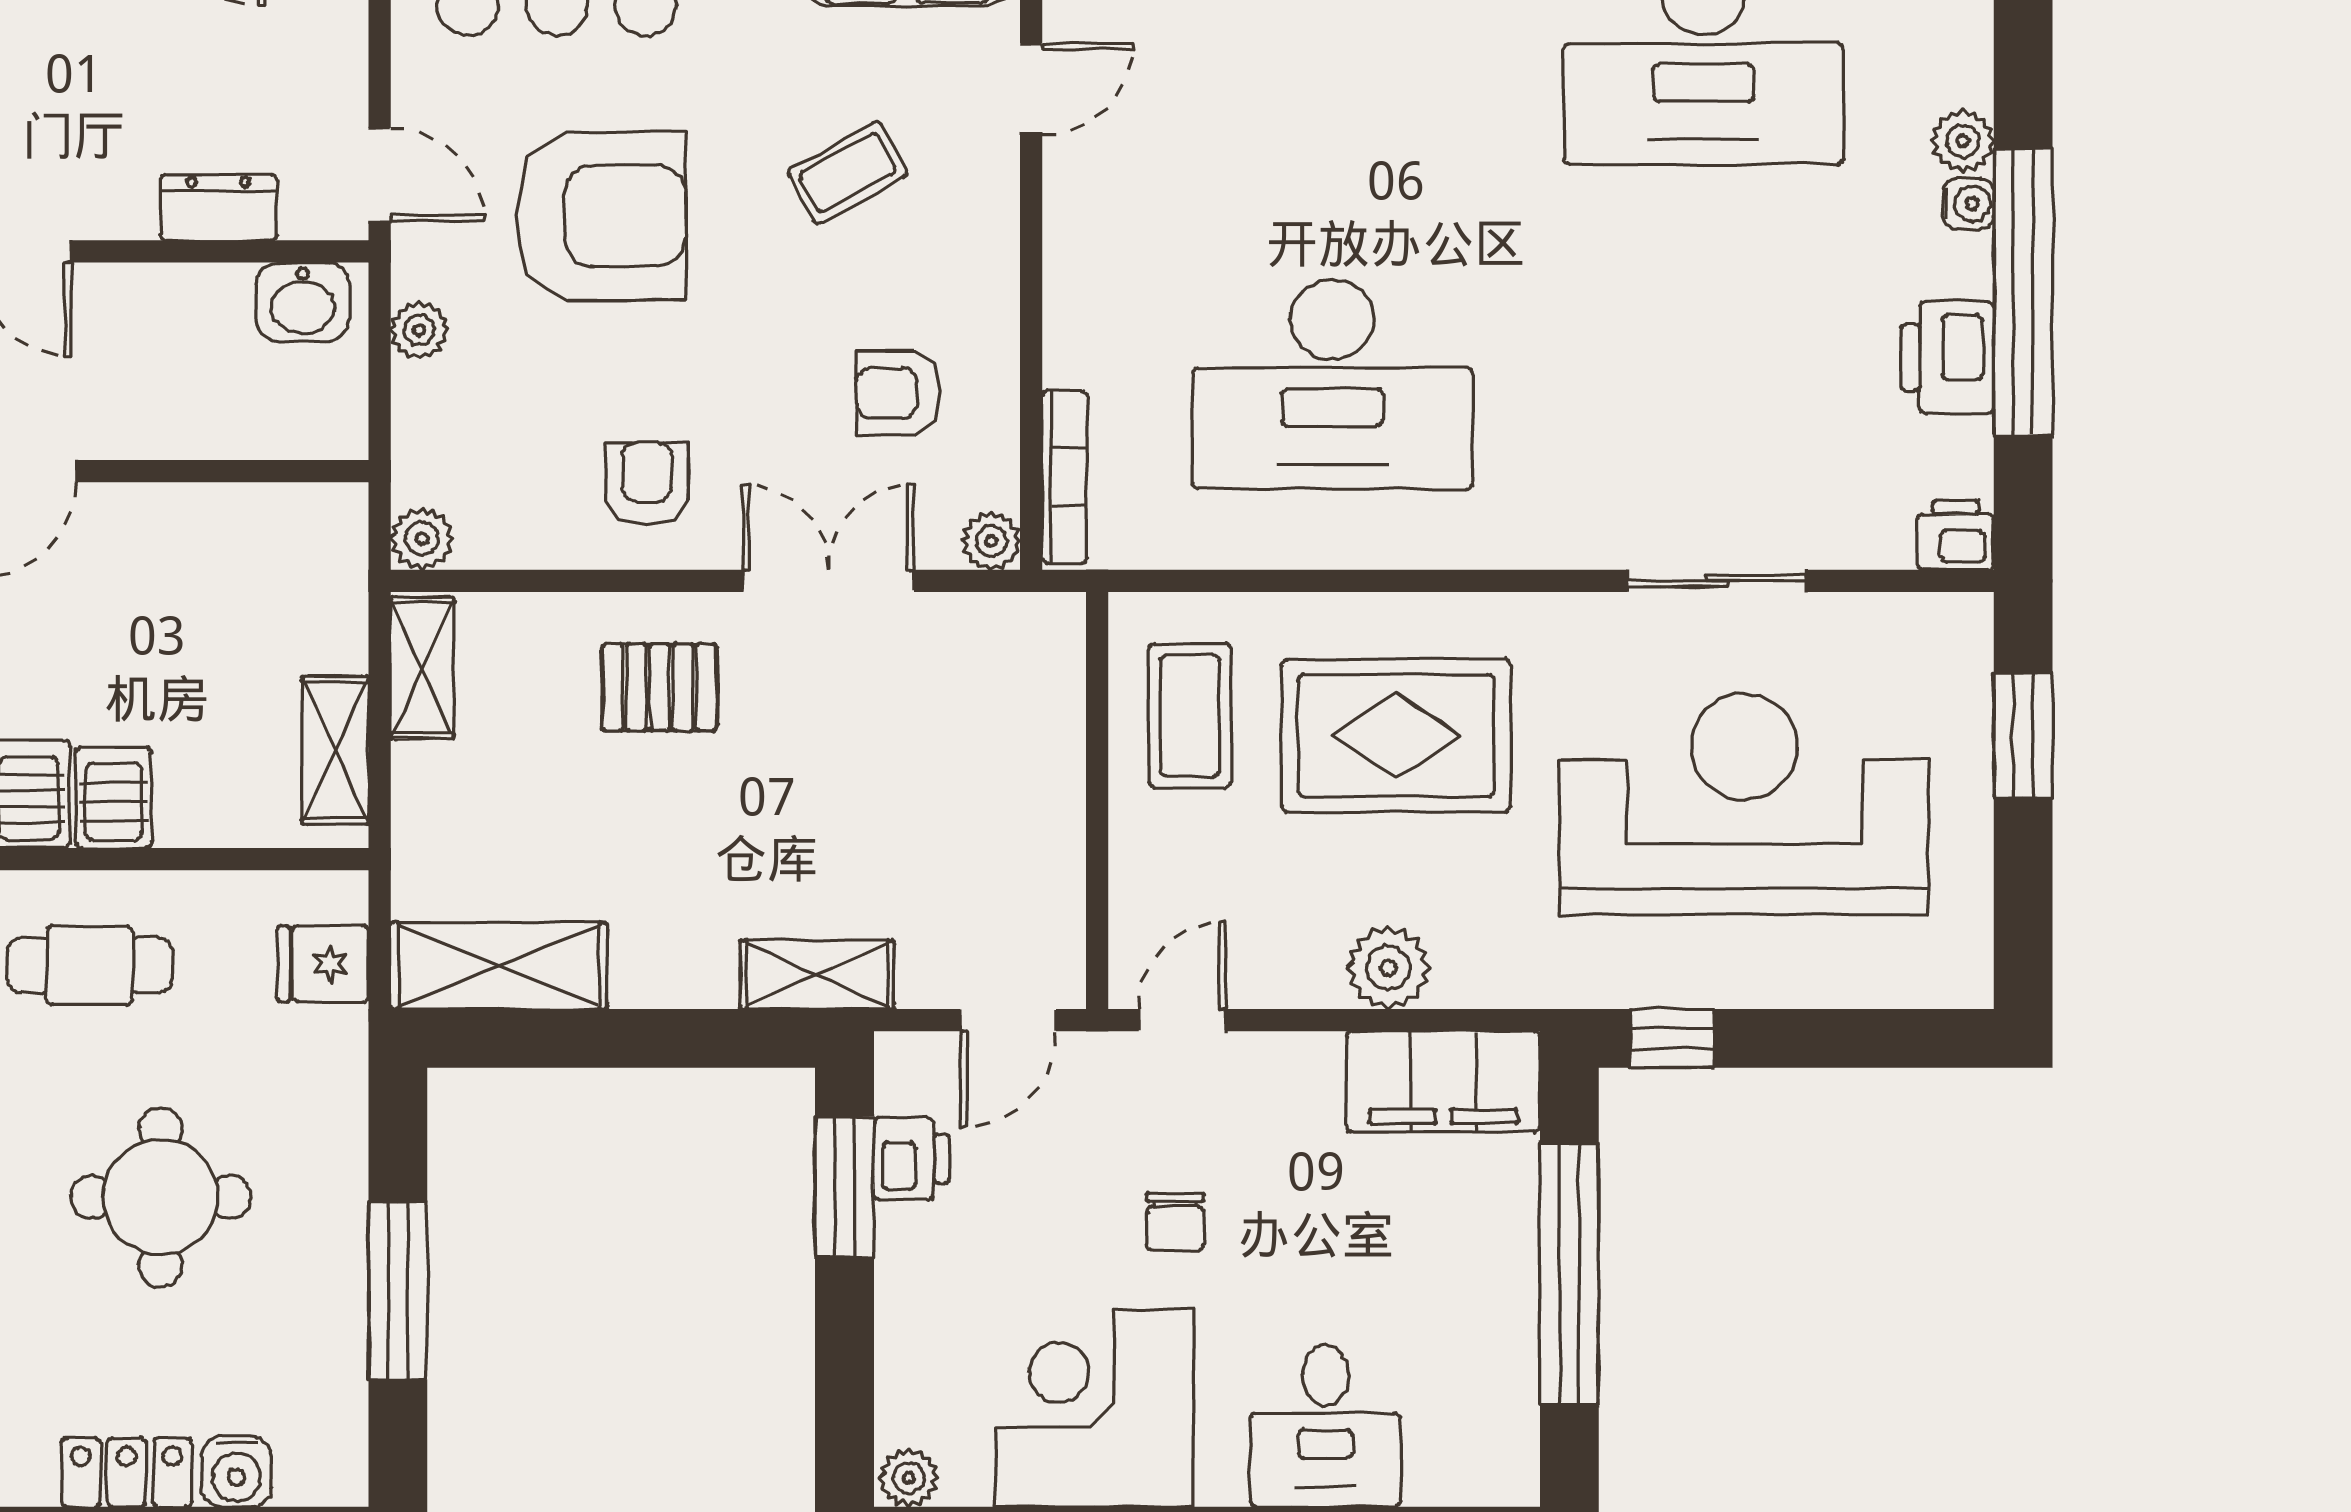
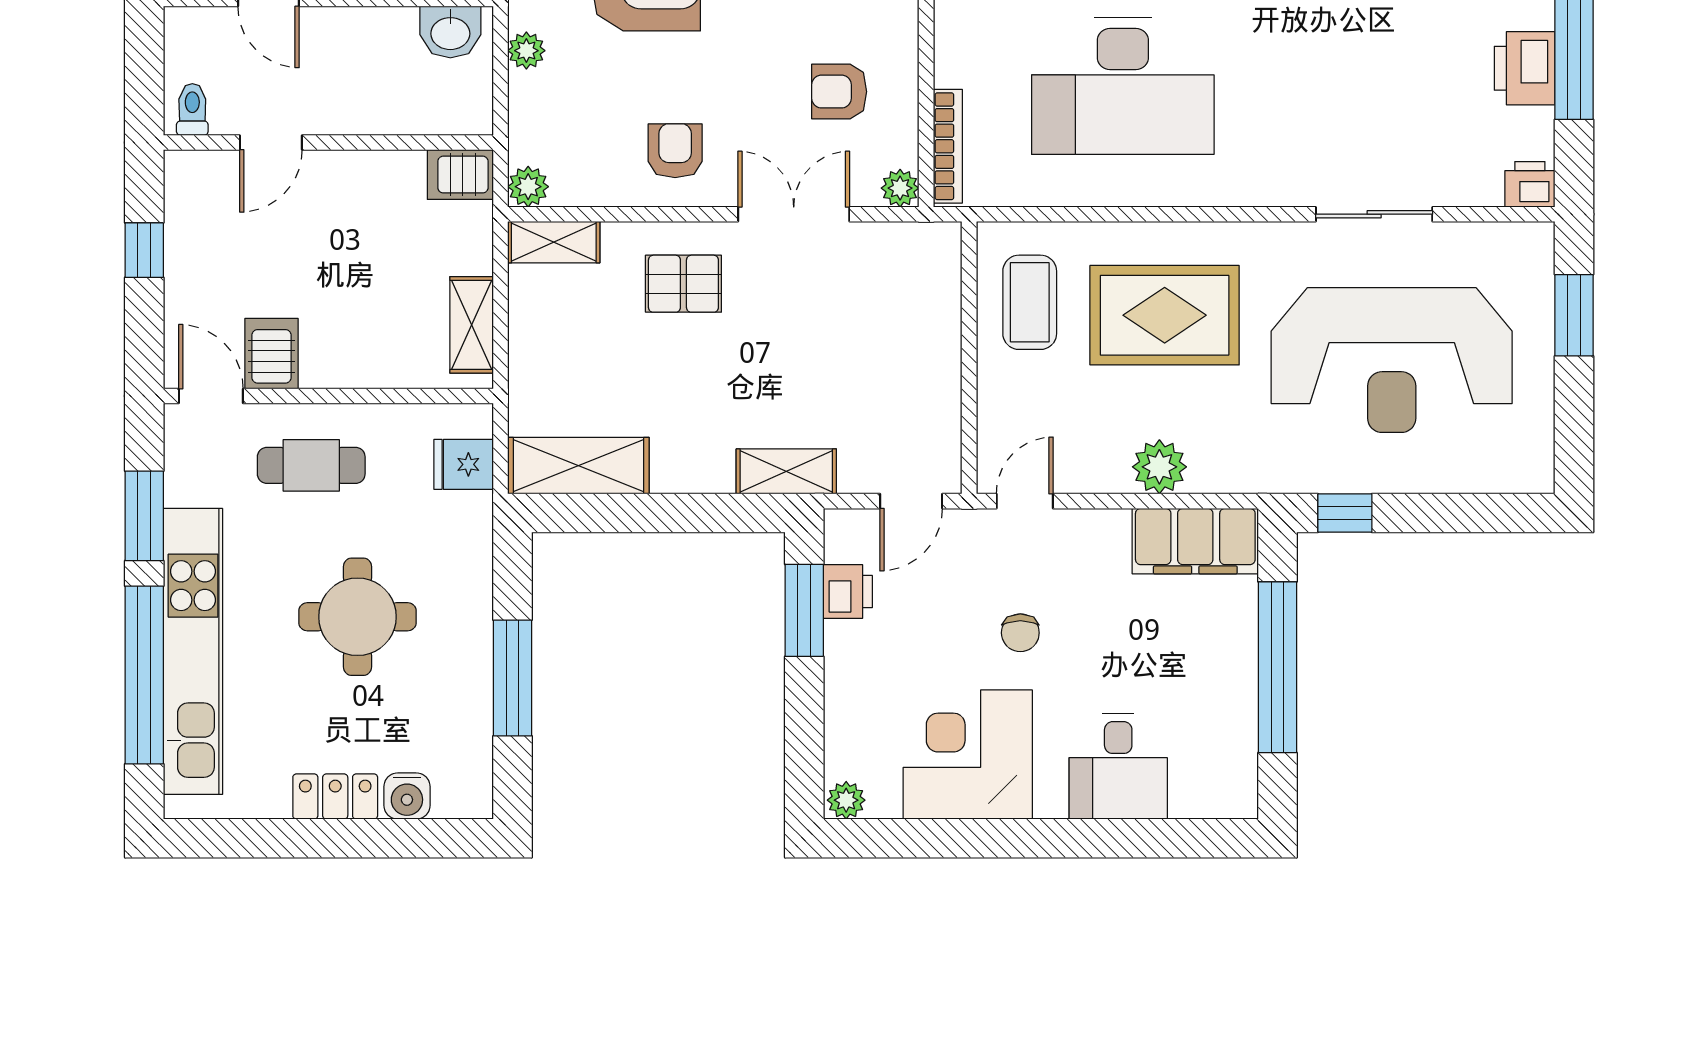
shelving: (422, 668) -> (554, 242), moved, turned 90
server rack: (114, 797) -> (460, 175), moved, turned -90
reception desk: (1744, 804) -> (1392, 360), turned 180

